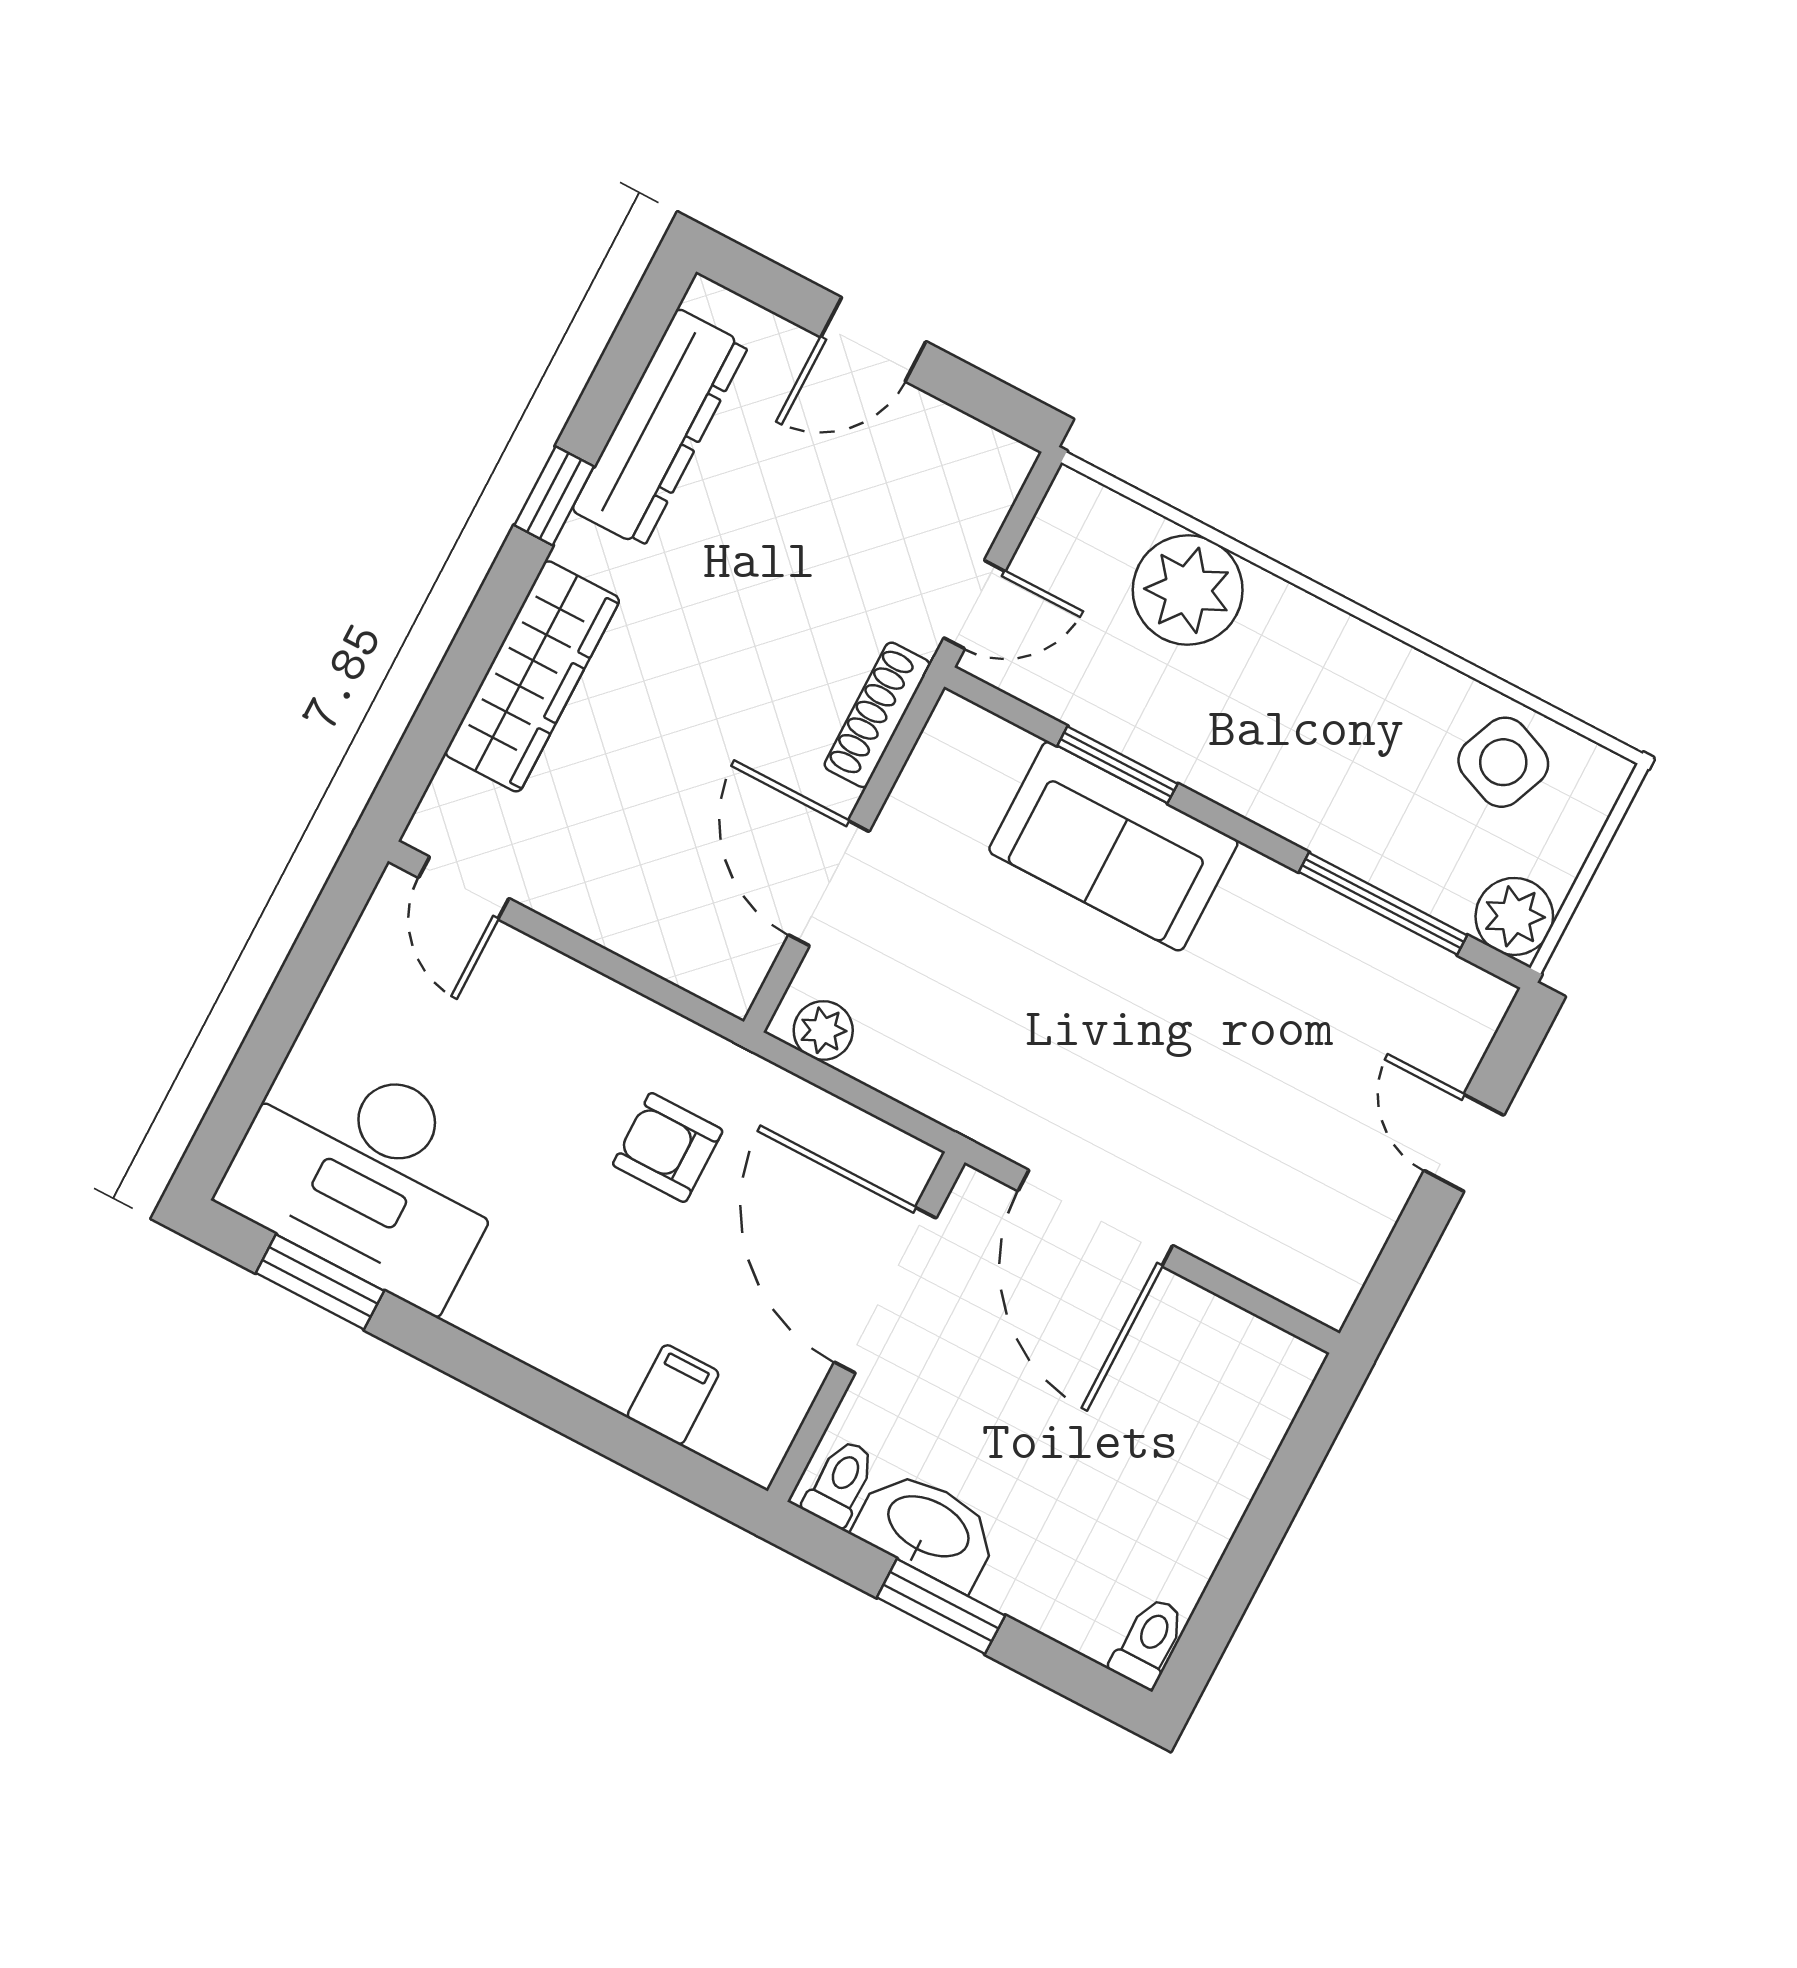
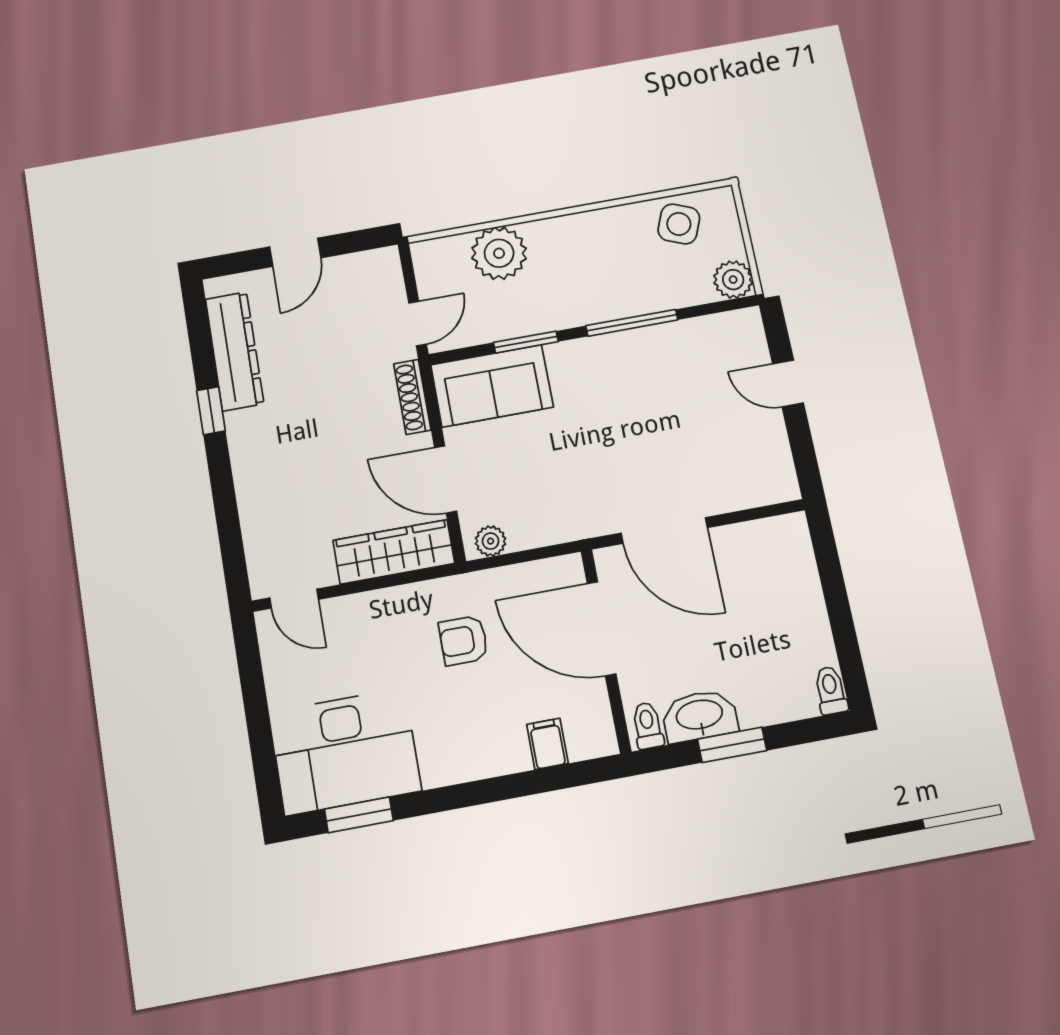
wardrobe: (532, 676) -> (394, 552), moved, turned -90
sofa: (1113, 846) -> (492, 386), moved
window: (1383, 904) -> (632, 323), moved

